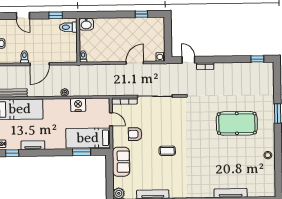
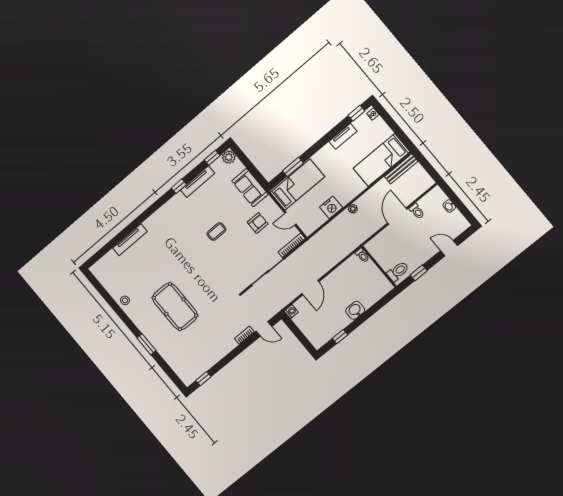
washbasin: (86, 24) -> (355, 310), moved
pool table: (237, 123) -> (175, 307), turned 90

